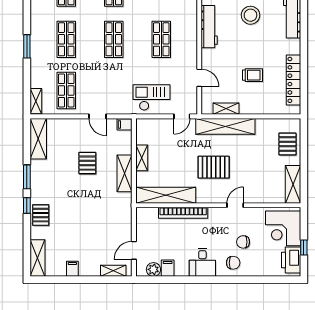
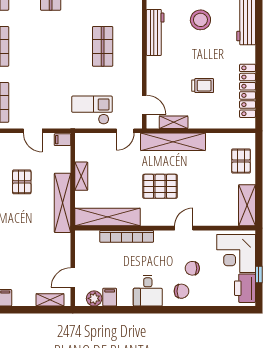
shop shelf: (114, 39) -> (51, 46), removed
door: (199, 78) -> (144, 105), moved
shelving: (125, 173) -> (63, 203), width x1.47

